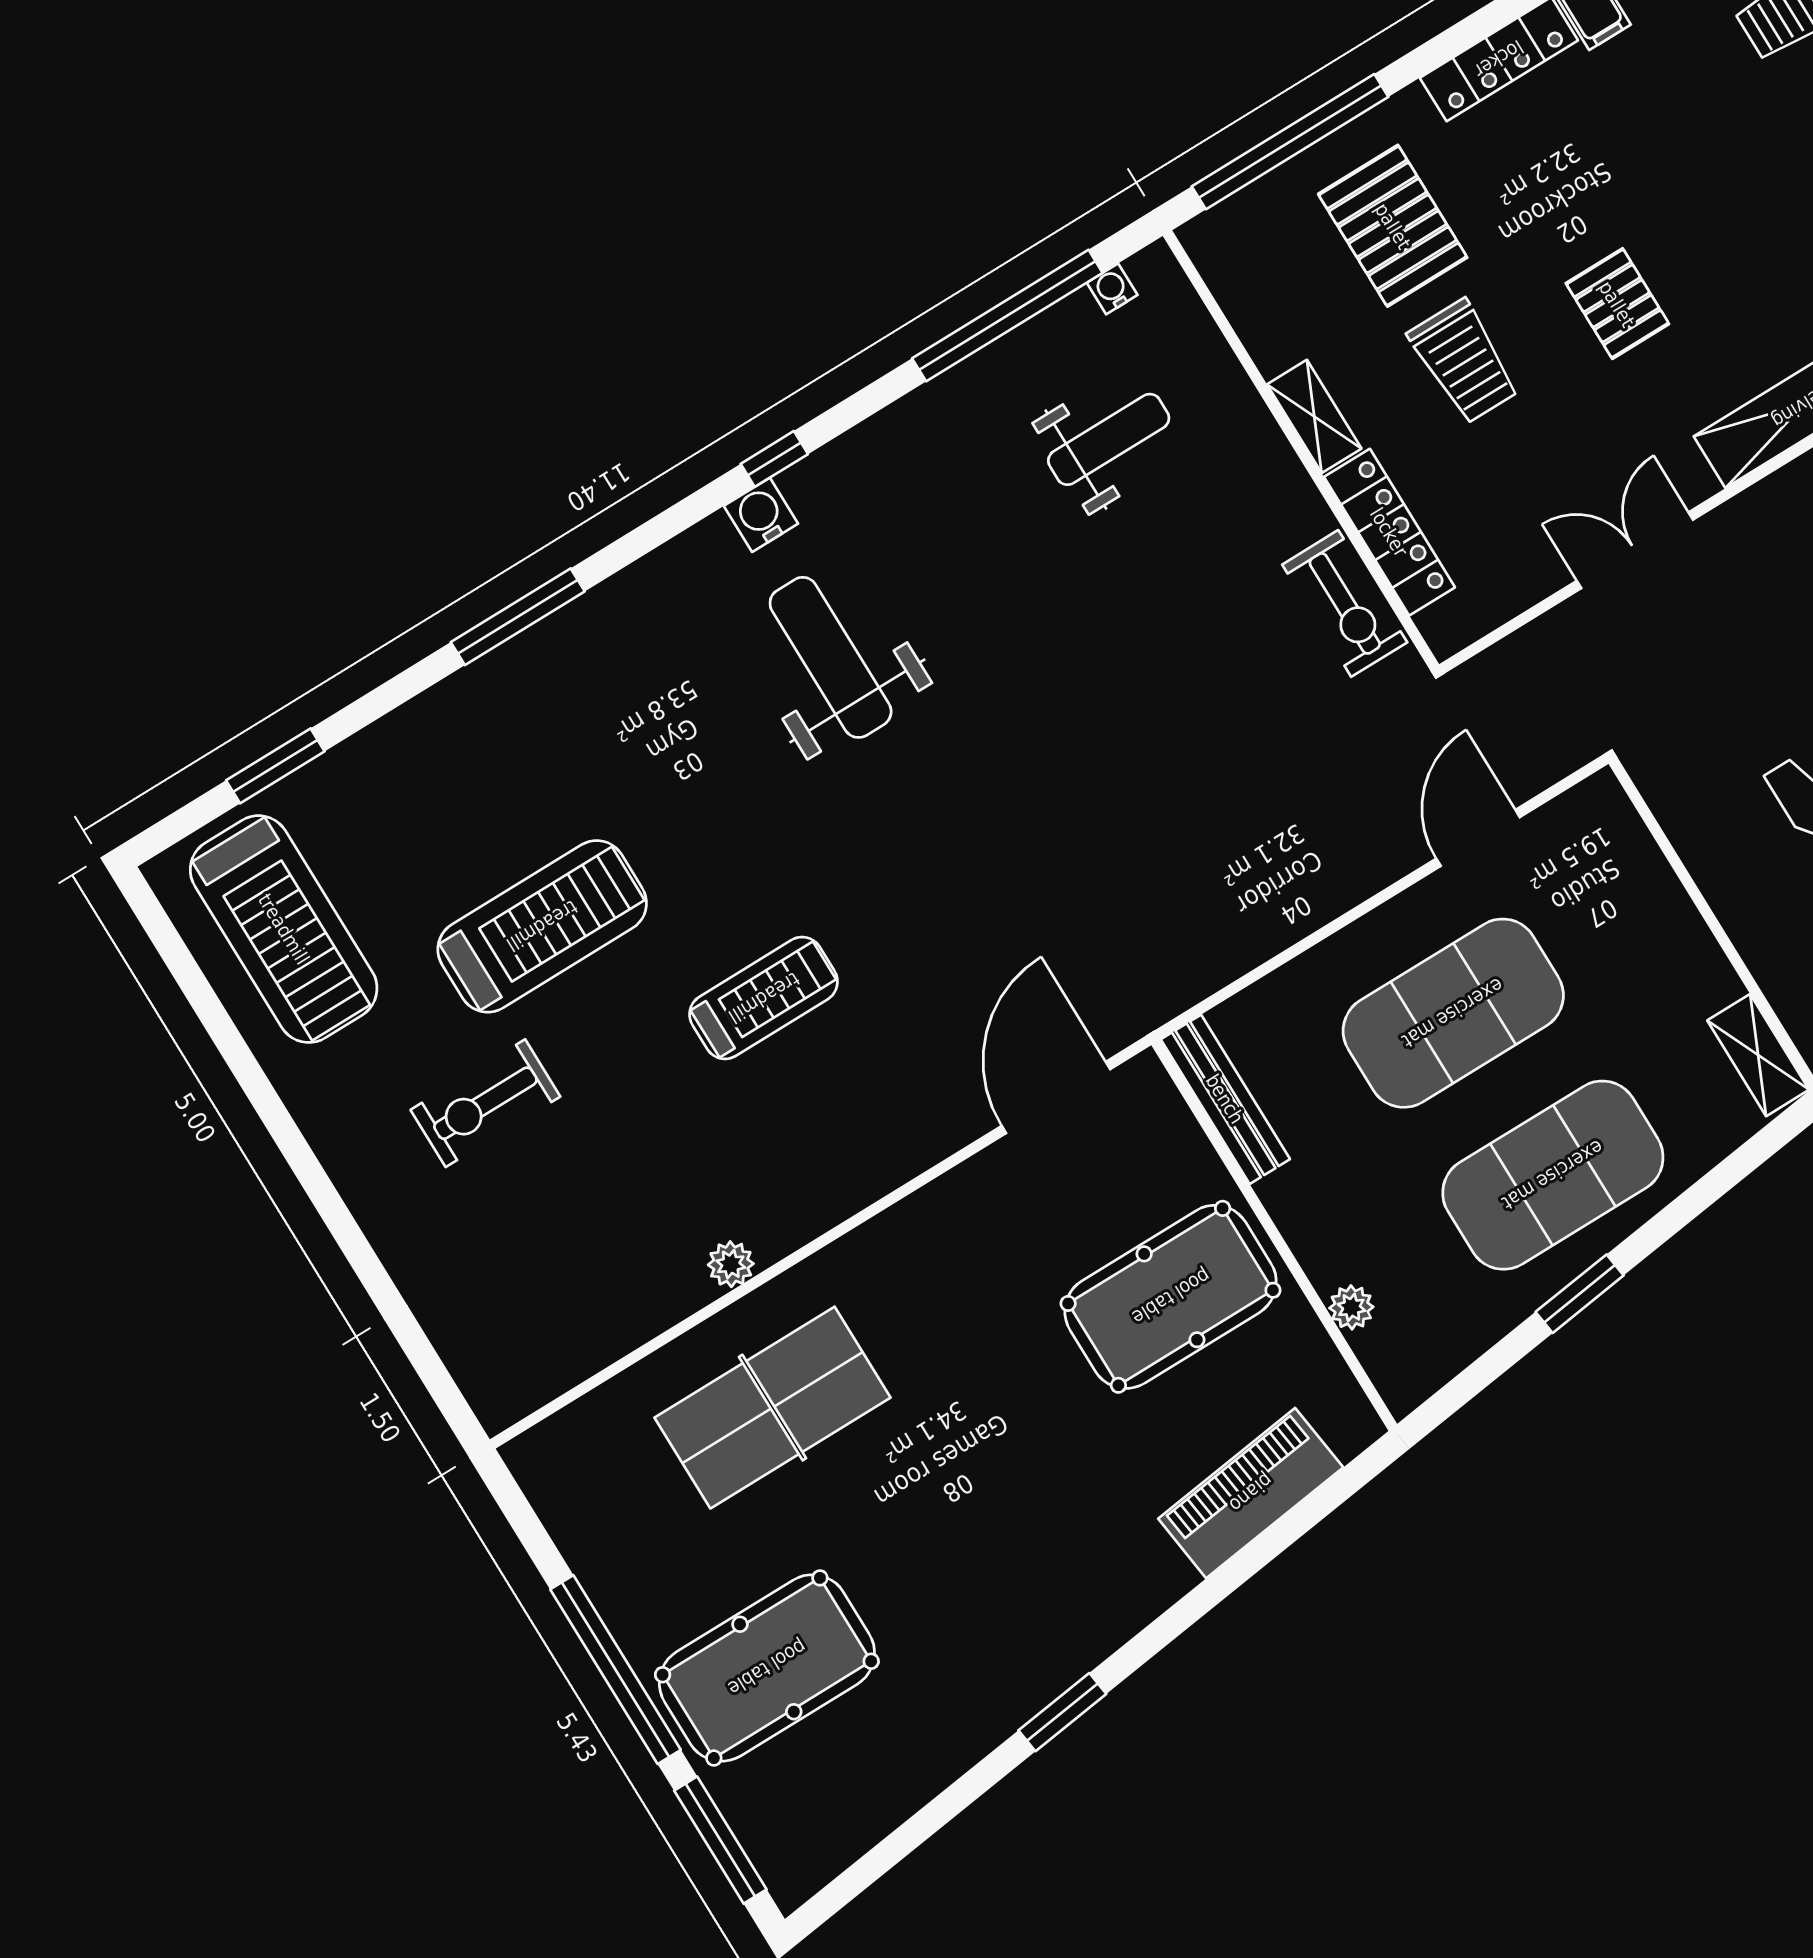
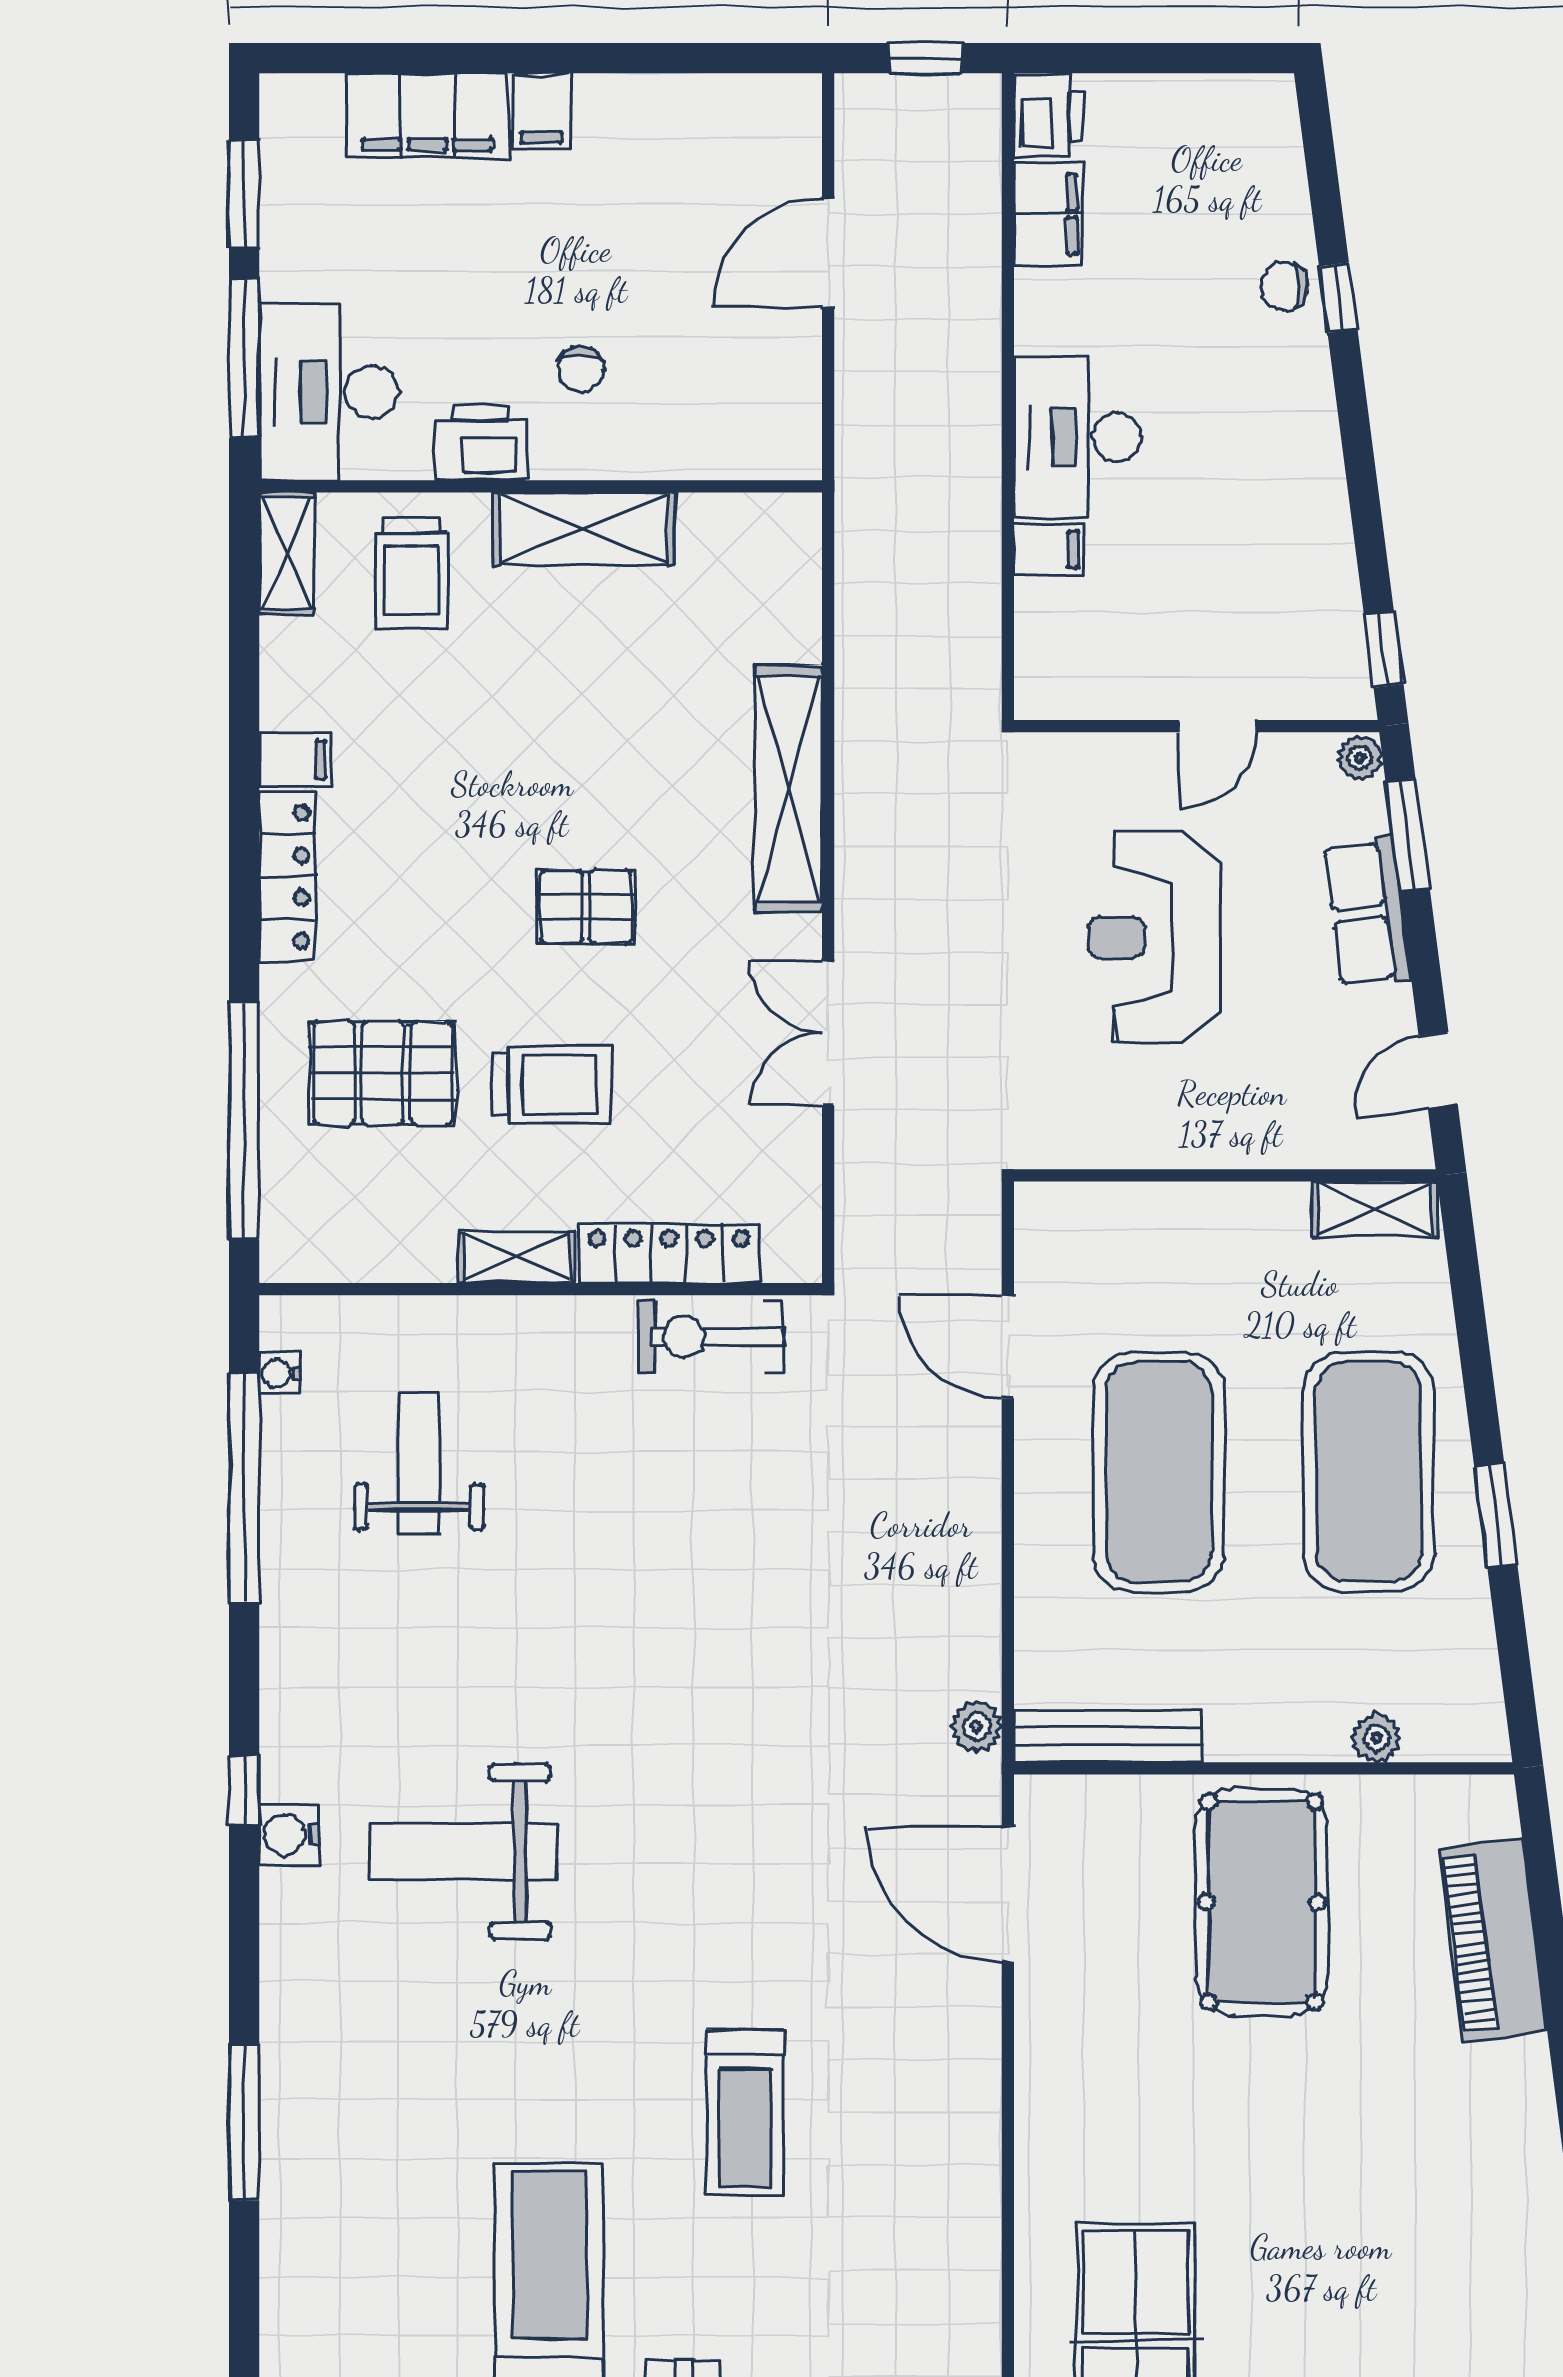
exercise bike: (1345, 603) -> (710, 1337), turned 180
treadmill: (764, 998) -> (745, 2112), turned 180
plant: (731, 1264) -> (977, 1727), moved

